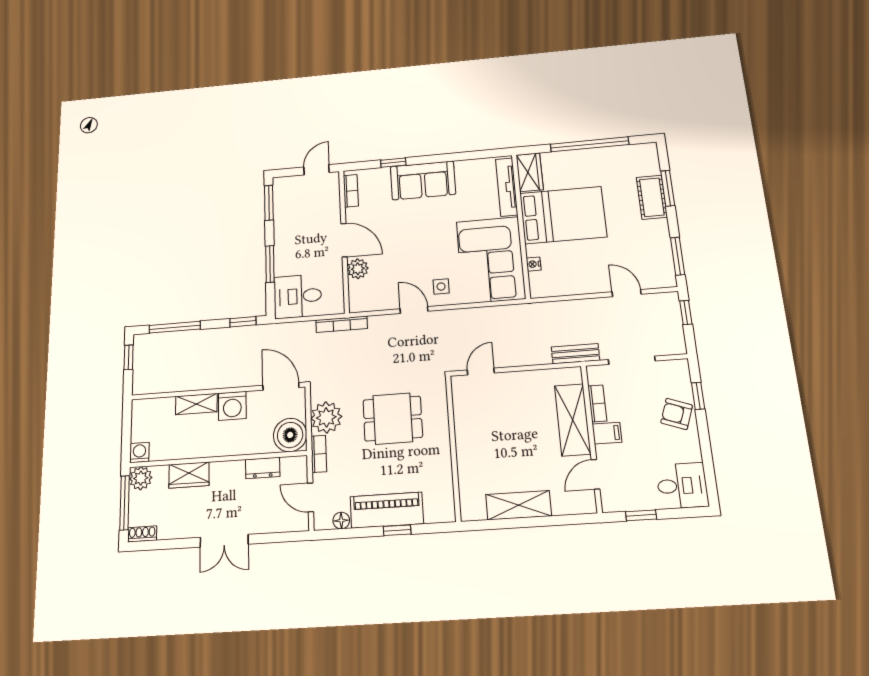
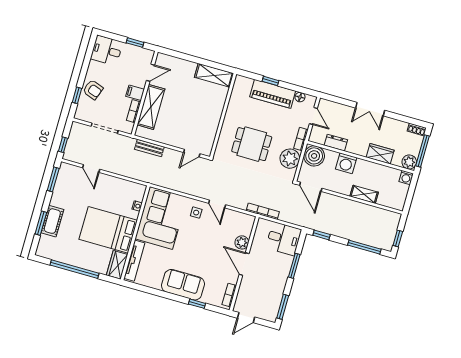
bench: (575, 354) -> (149, 148), moved
washing machine: (232, 406) -> (346, 163), moved, turned 180
shelving: (519, 505) -> (214, 75), moved
double door: (224, 541) -> (370, 109), swing flipped

